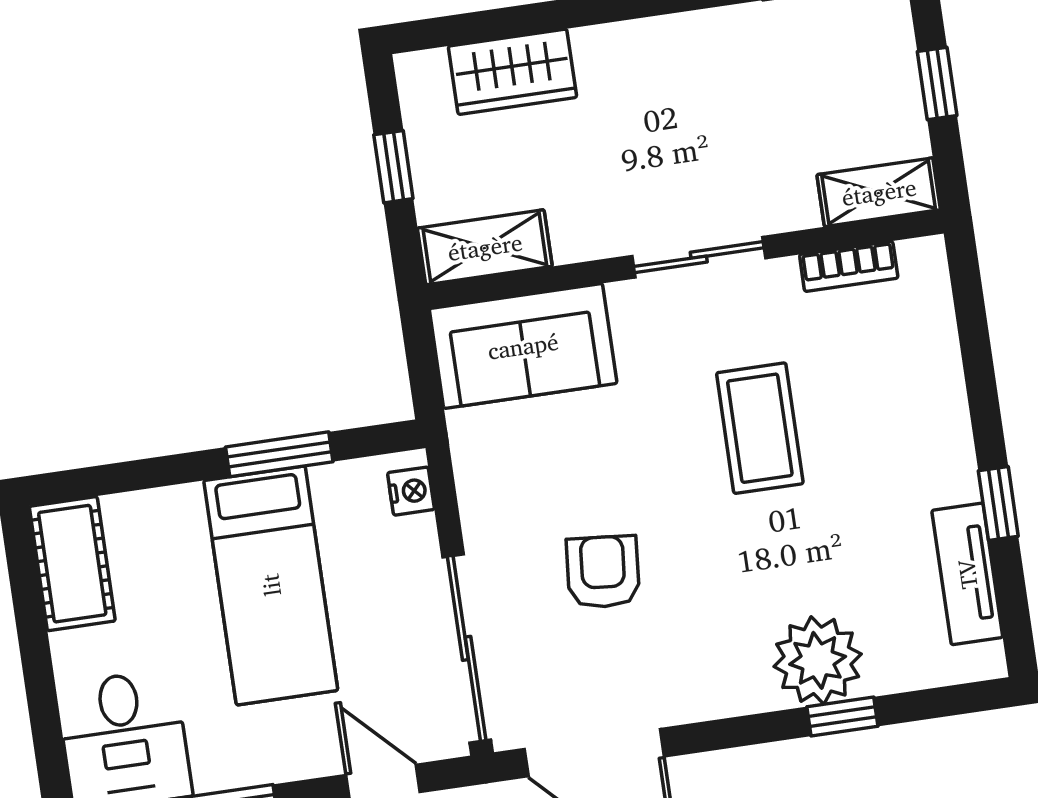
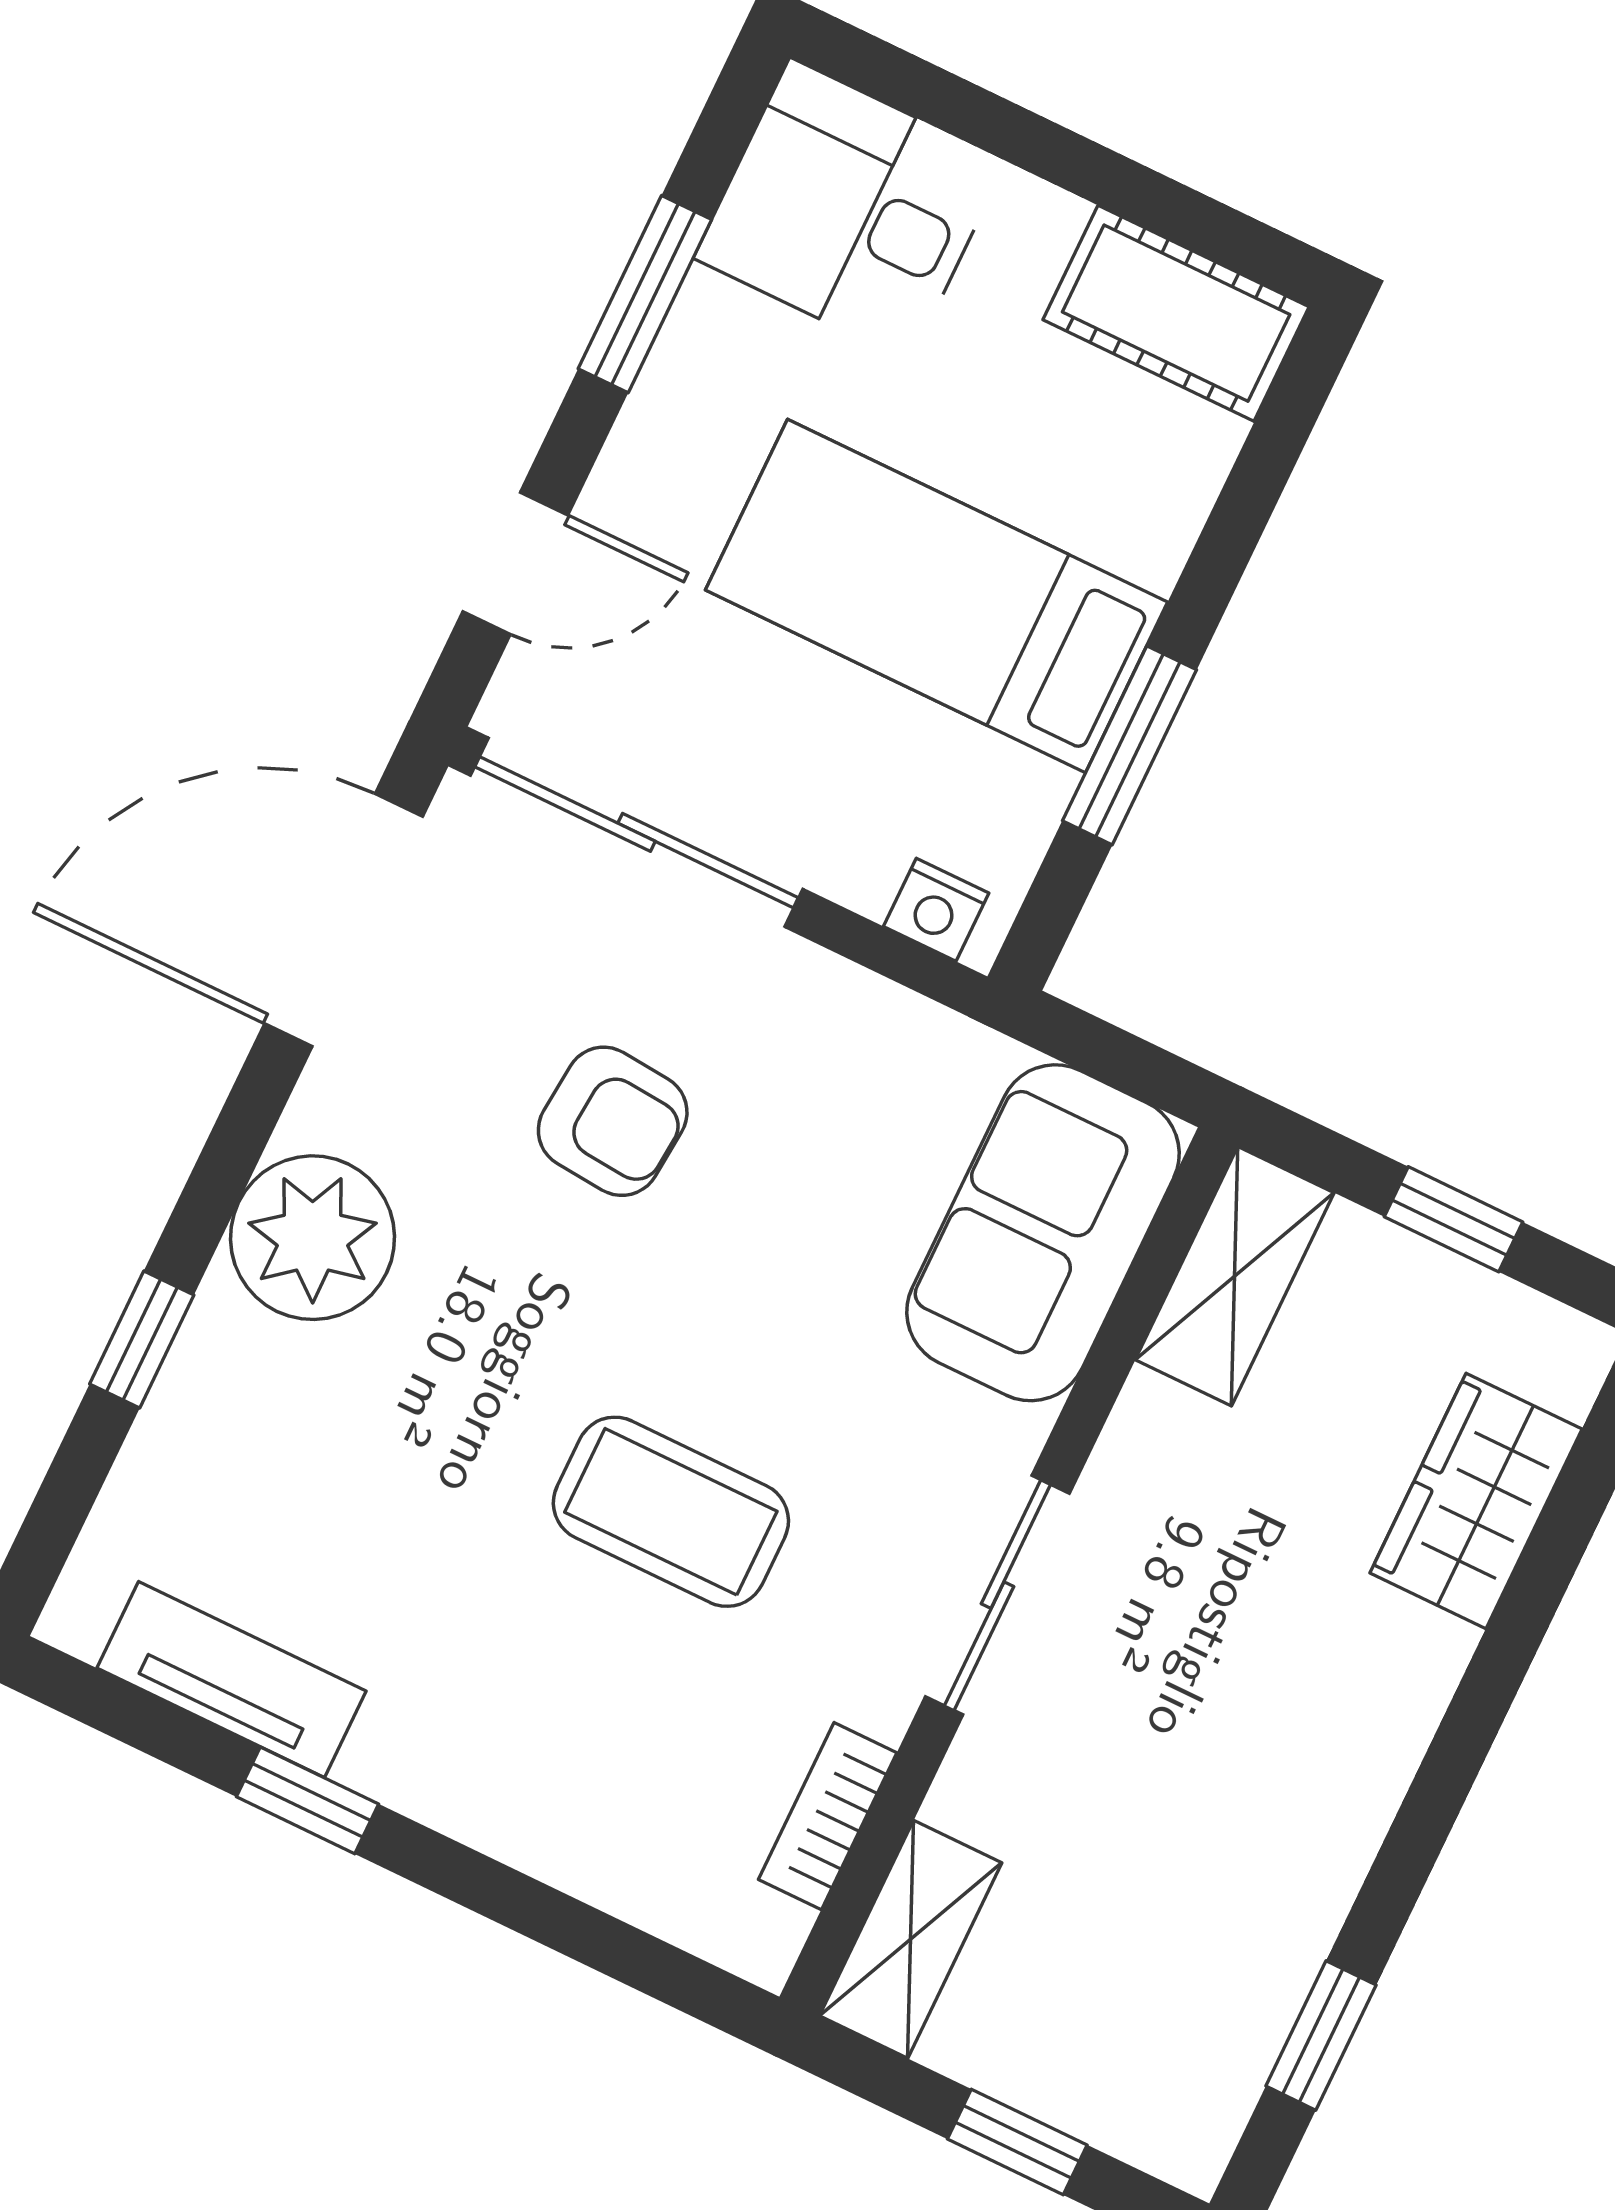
plant: (818, 660) -> (313, 1238), moved

